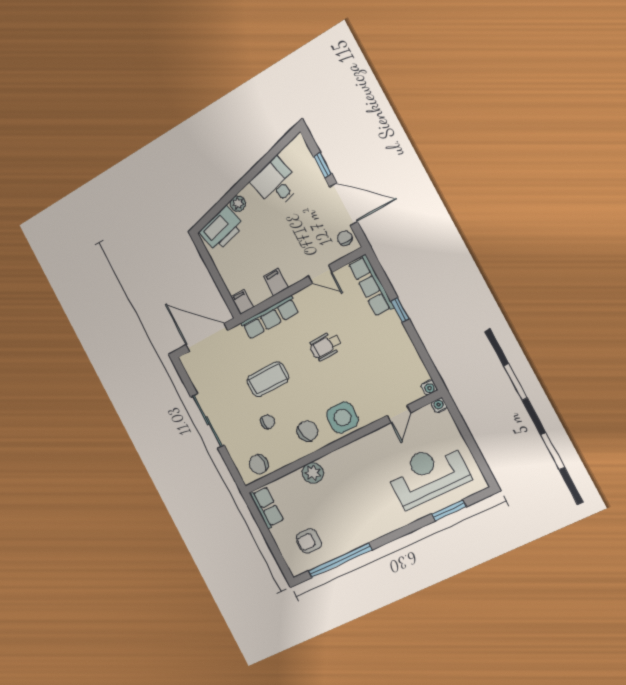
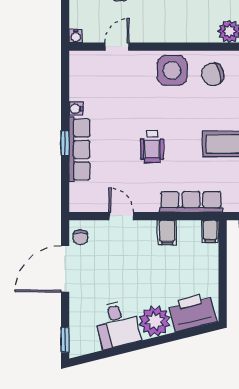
window: (323, 165) -> (65, 340), moved
plant: (238, 204) -> (155, 321), width x1.88, depth x1.88
door: (343, 204) -> (65, 269), hinge flipped
row of seats: (371, 286) -> (79, 149), moved
wheelchair: (326, 346) -> (152, 147), turned 90
water cooler: (429, 387) -> (76, 109), moved, turned -90

